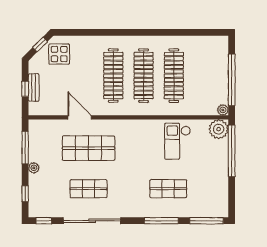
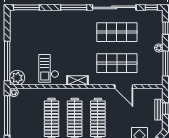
shelving: (140, 126) -> (77, 80), added
checkout: (177, 141) -> (49, 68), turned 180
shop shelf: (89, 189) -> (117, 32), width x1.43, depth x1.36
shop shelf: (168, 189) -> (56, 32), removed
window: (161, 221) -> (74, 7), moved

